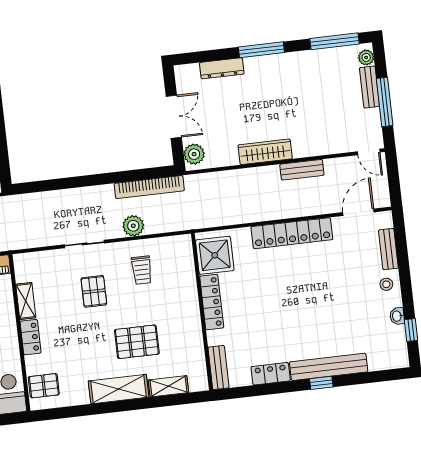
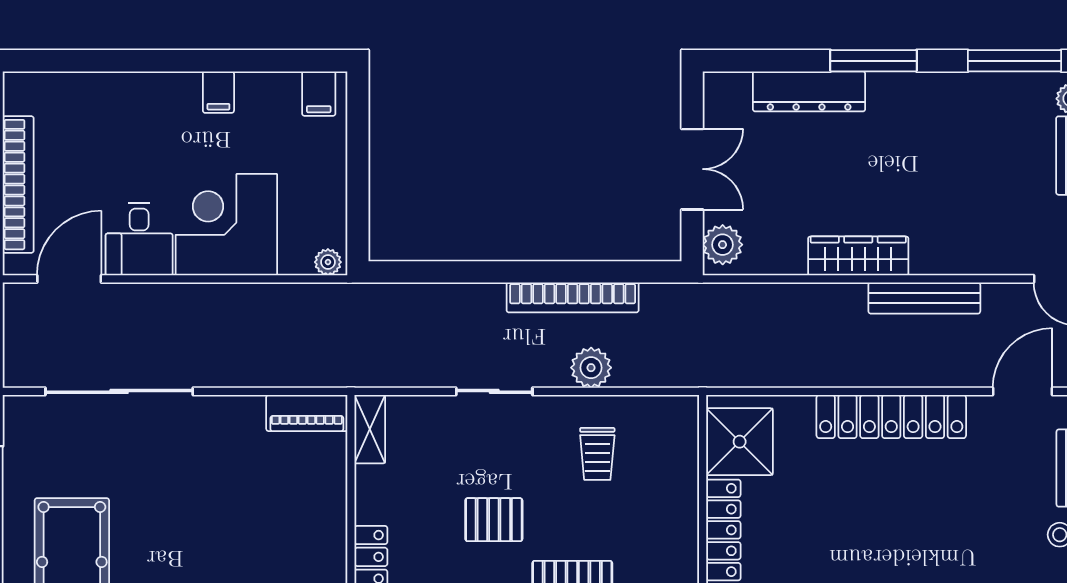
dresser: (222, 68) -> (809, 91), width x1.37, depth x1.24
bench: (302, 170) -> (924, 298), width x1.36
bookcase: (149, 187) -> (573, 297), moved
pallet: (94, 291) -> (494, 520), moved, turned 90
shelving: (26, 301) -> (370, 429), moved

